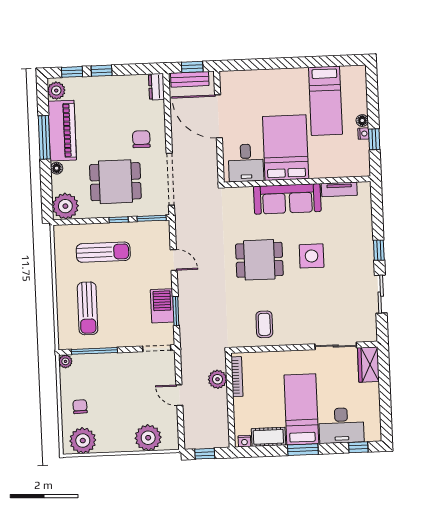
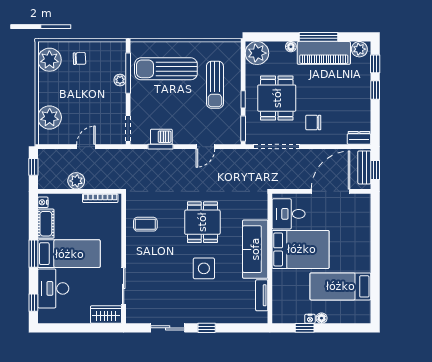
chair: (141, 139) -> (313, 122), turned 180
barbecue: (162, 306) -> (161, 137), width x0.73, depth x0.79
sun lounger: (88, 308) -> (166, 69), width x1.36, depth x1.34
plant: (65, 361) -> (120, 80), moved
plant: (218, 379) -> (76, 181), moved

